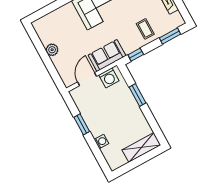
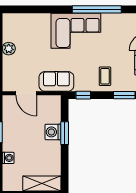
washing machine: (109, 78) -> (53, 132), moved, turned 90
door: (87, 79) -> (26, 93), swing flipped

